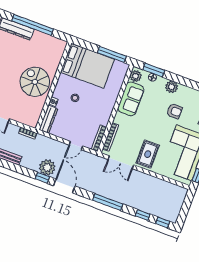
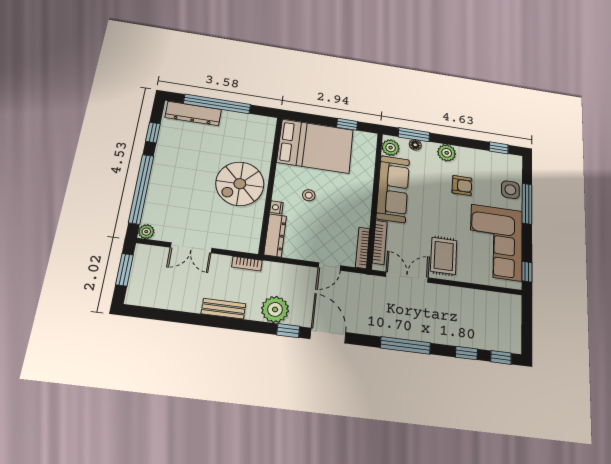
window: (112, 54) -> (347, 124), width x0.46
spiral stairs: (35, 82) -> (240, 184), turned -90
sofa: (131, 99) -> (393, 189), width x1.36
double door: (121, 162) -> (407, 277), swing flipped
plant: (47, 167) -> (275, 309), moved

